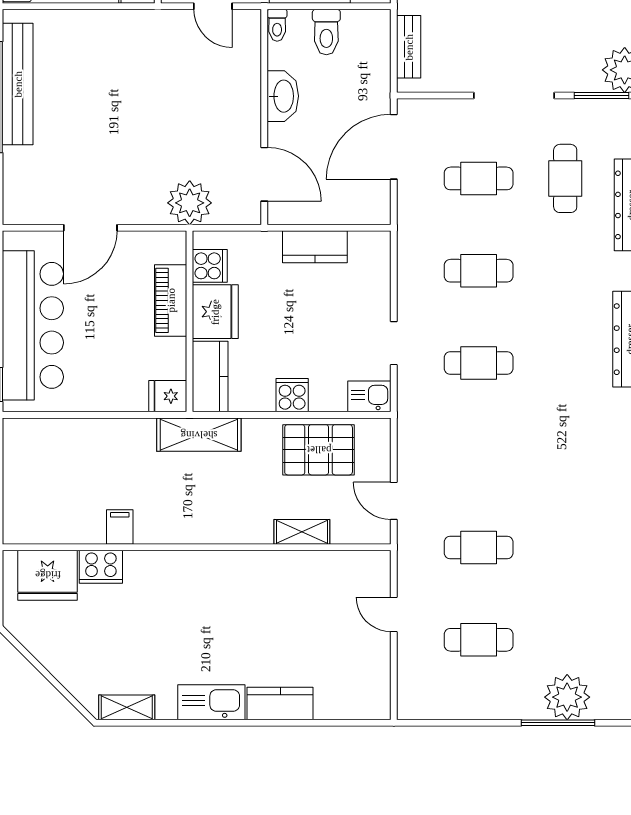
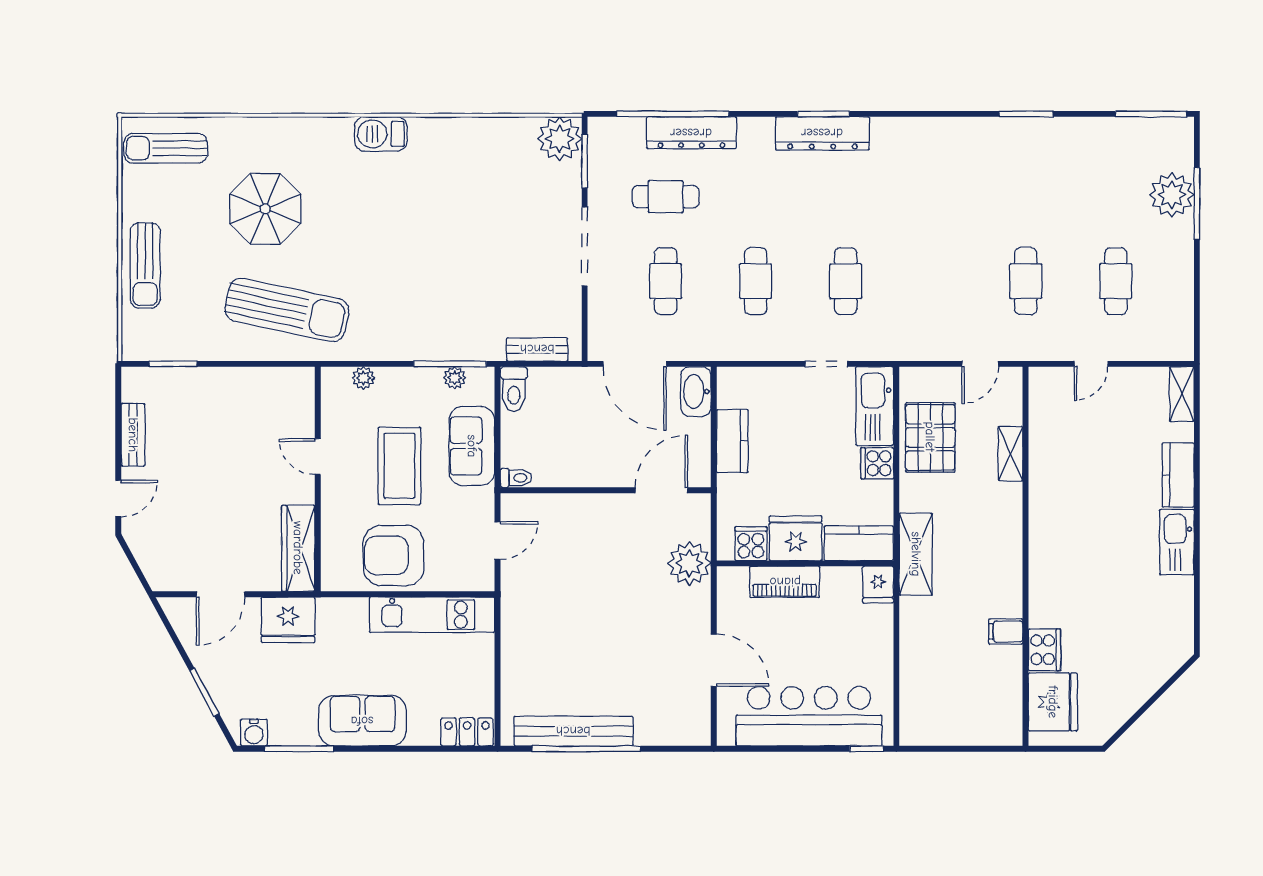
toilet: (326, 32) -> (514, 389), moved, turned 90
washbasin: (283, 96) -> (696, 392), moved, turned -90
kitchen sink: (369, 396) -> (875, 406), width x1.88, depth x1.24
shelving: (127, 707) -> (1182, 394), moved

